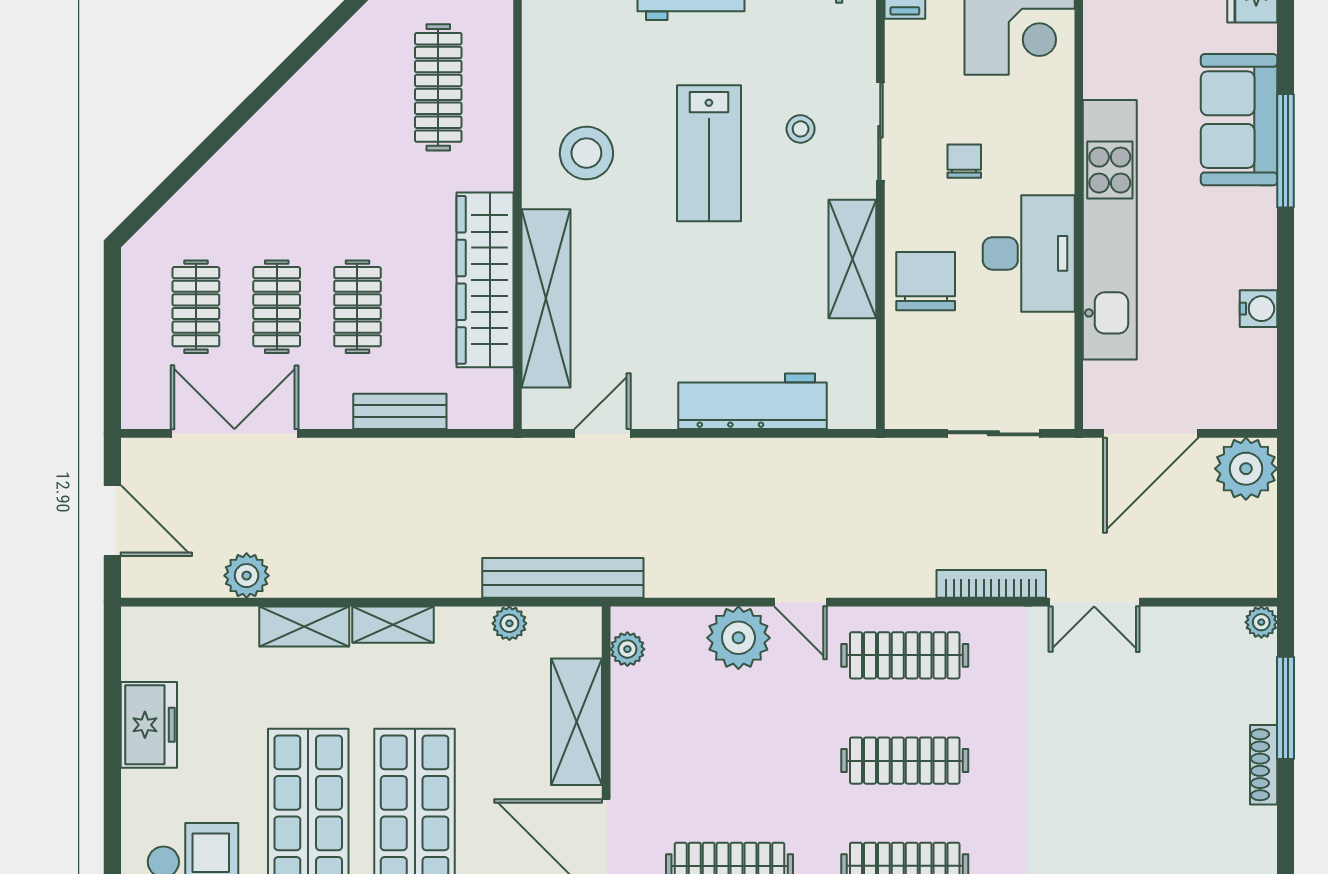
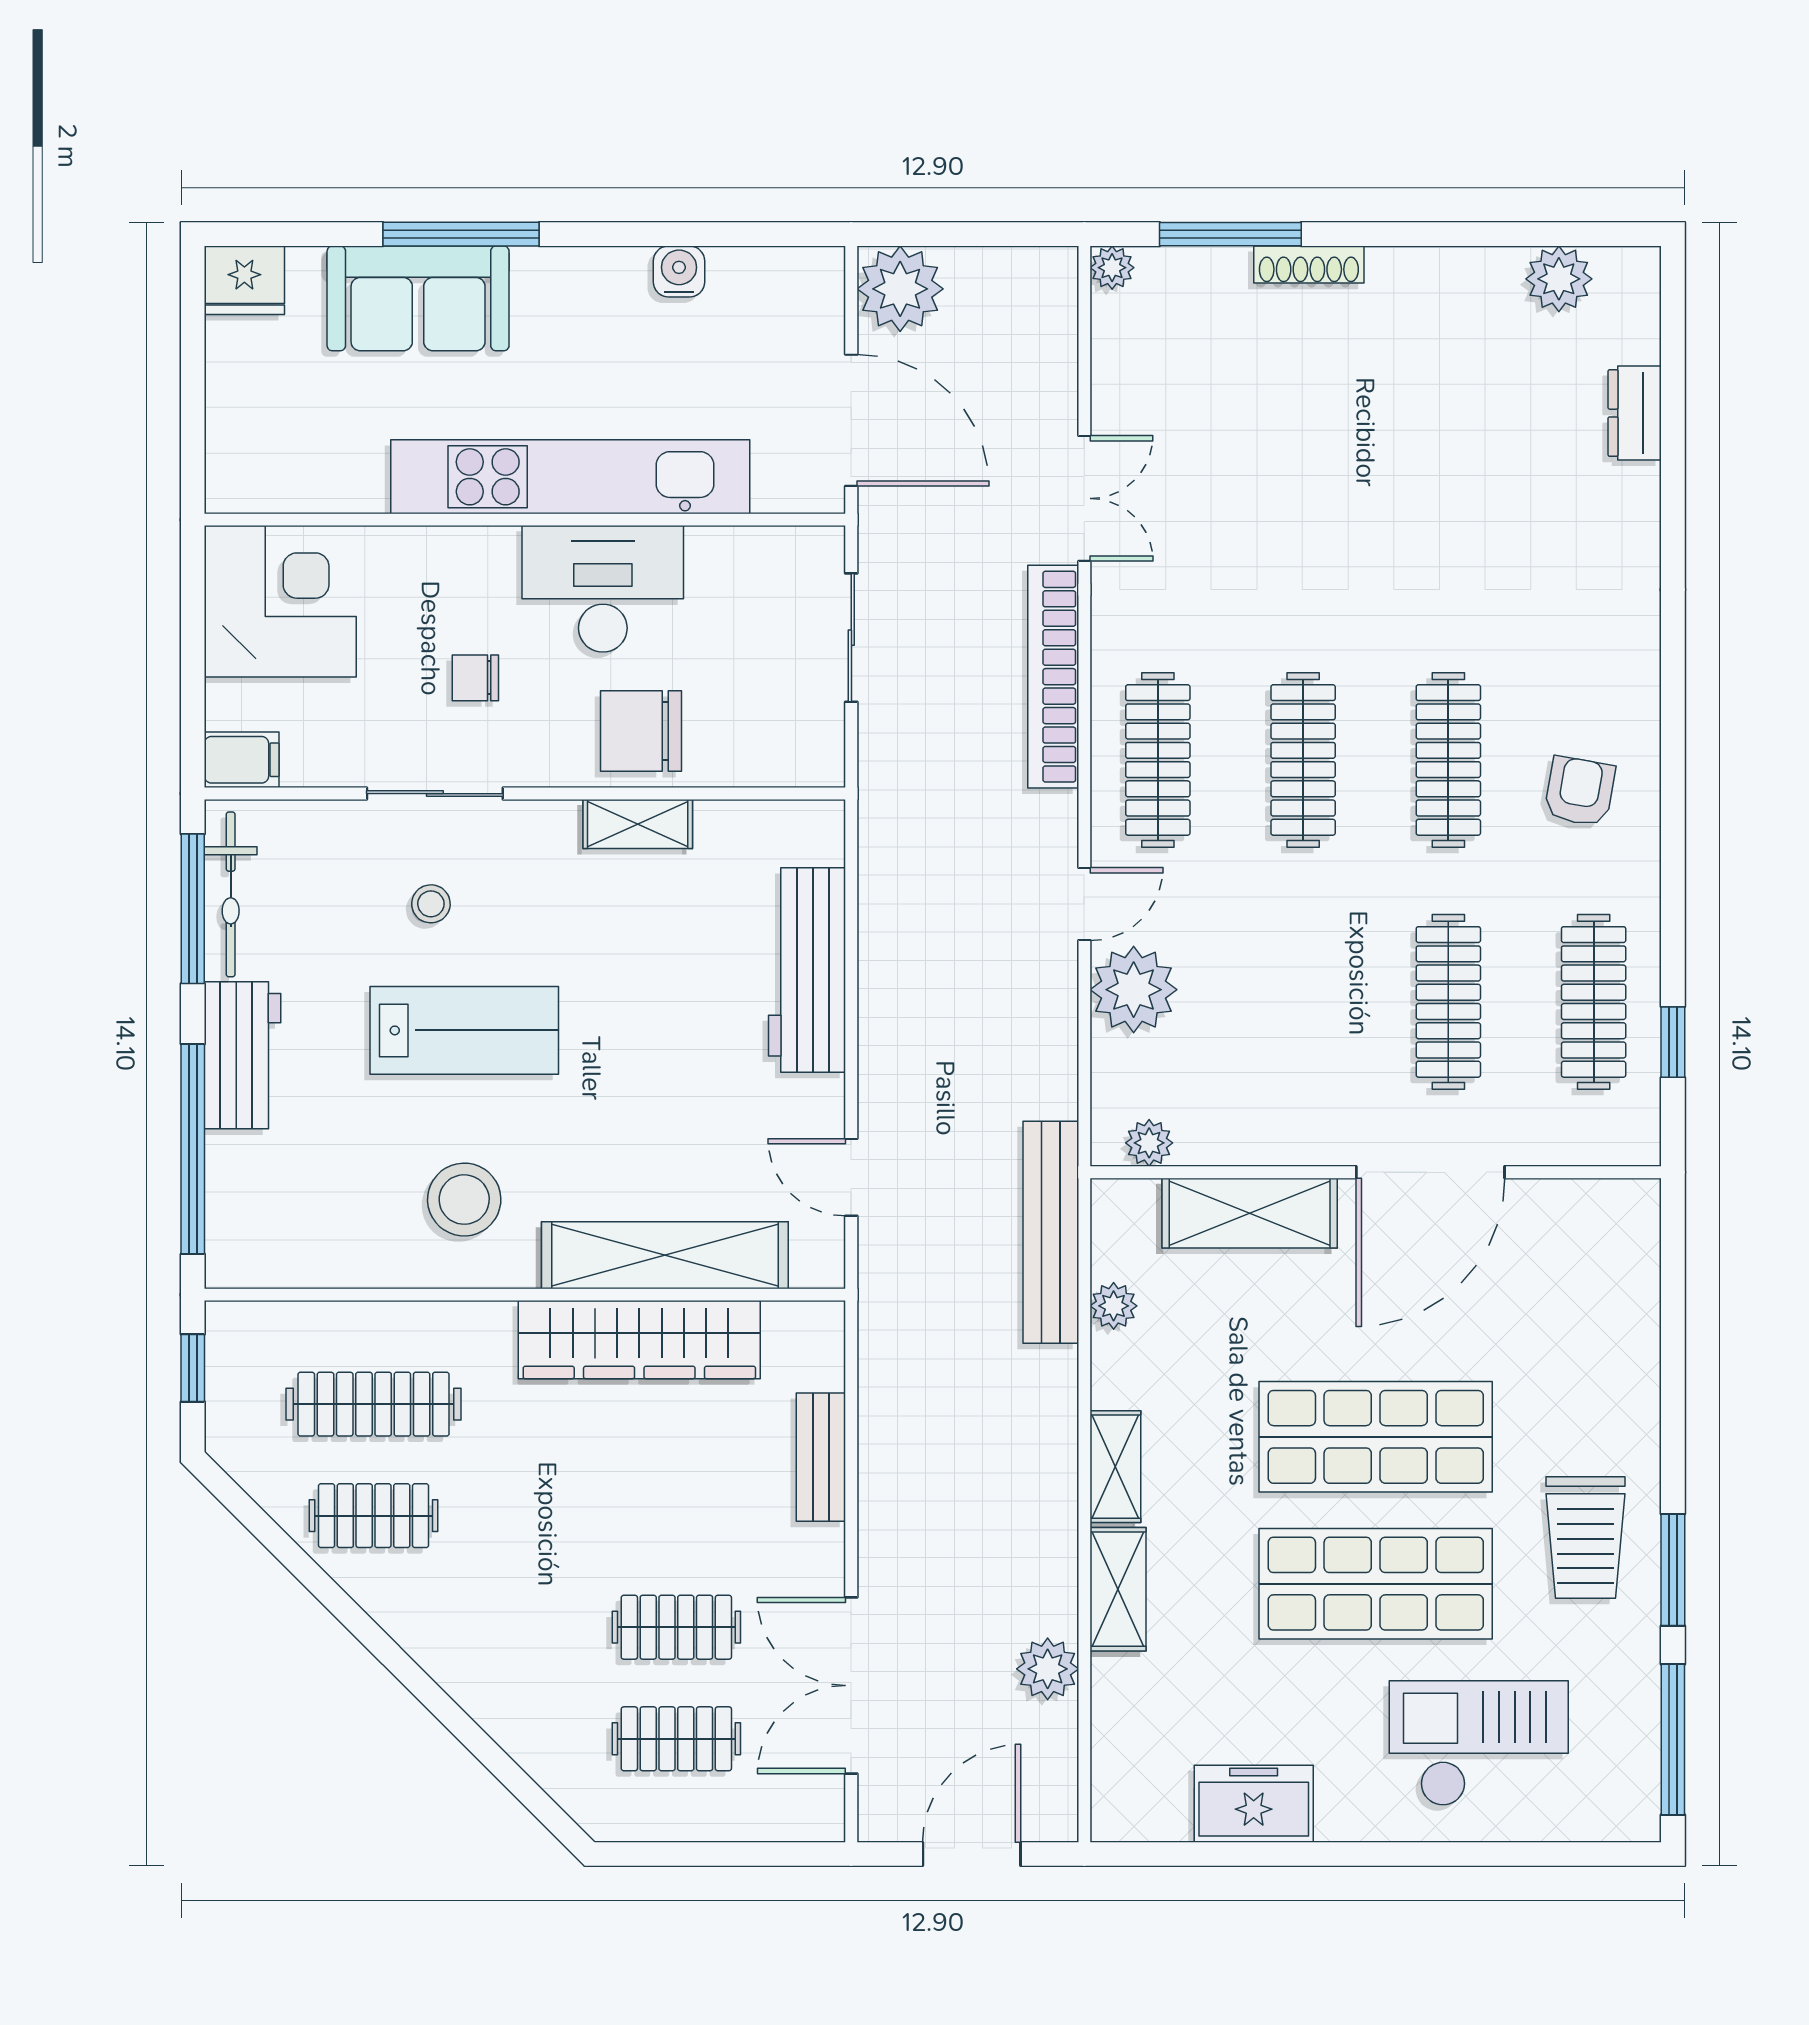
shelving: (852, 259) -> (638, 824), width x0.67, depth x0.75
clothes rail: (357, 307) -> (374, 1516), moved
bookcase: (991, 584) -> (1053, 677), width x1.48, depth x1.31

